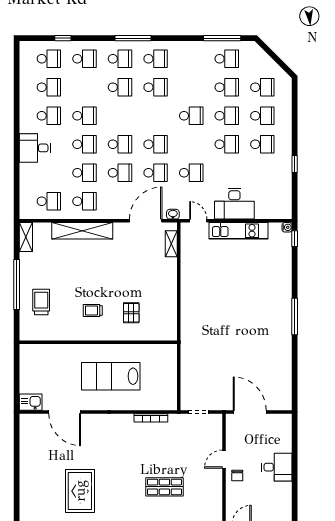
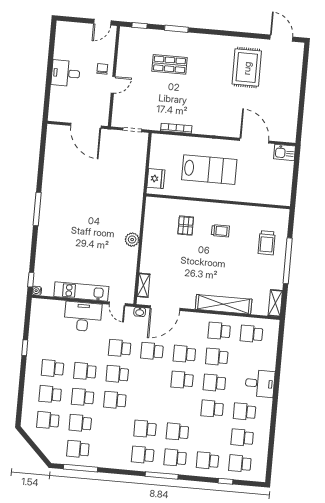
school desk: (156, 144) -> (117, 374), moved
plant: (188, 292) -> (132, 240), added
fridge: (168, 361) -> (156, 179), added

